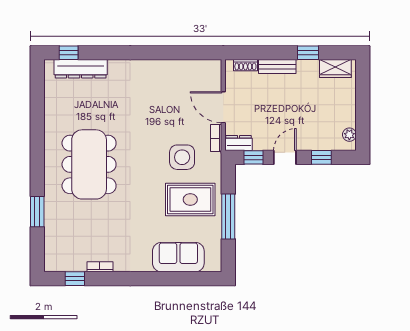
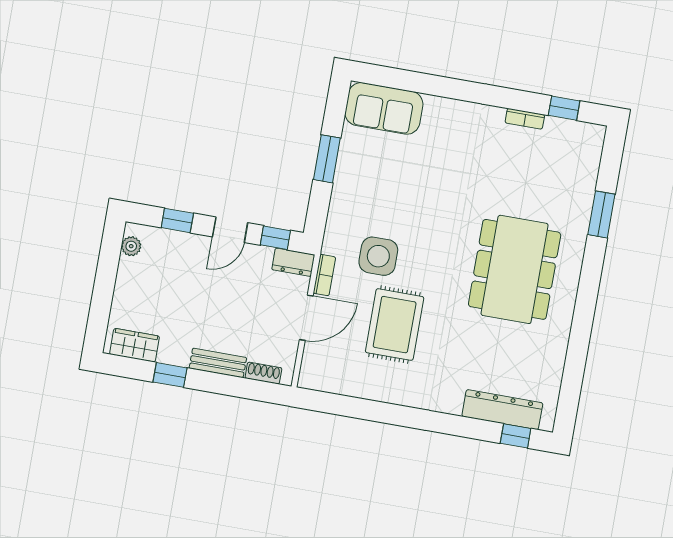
door: (223, 107) -> (306, 318), hinge flipped
rug: (190, 200) -> (395, 325), moved, turned 90
window: (228, 217) -> (327, 159), width x0.69
sofa: (178, 257) -> (384, 108), moved

